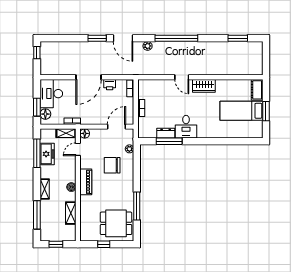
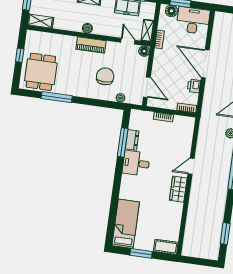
bed: (241, 111) -> (126, 224), moved
shelving: (71, 213) -> (40, 21), moved

